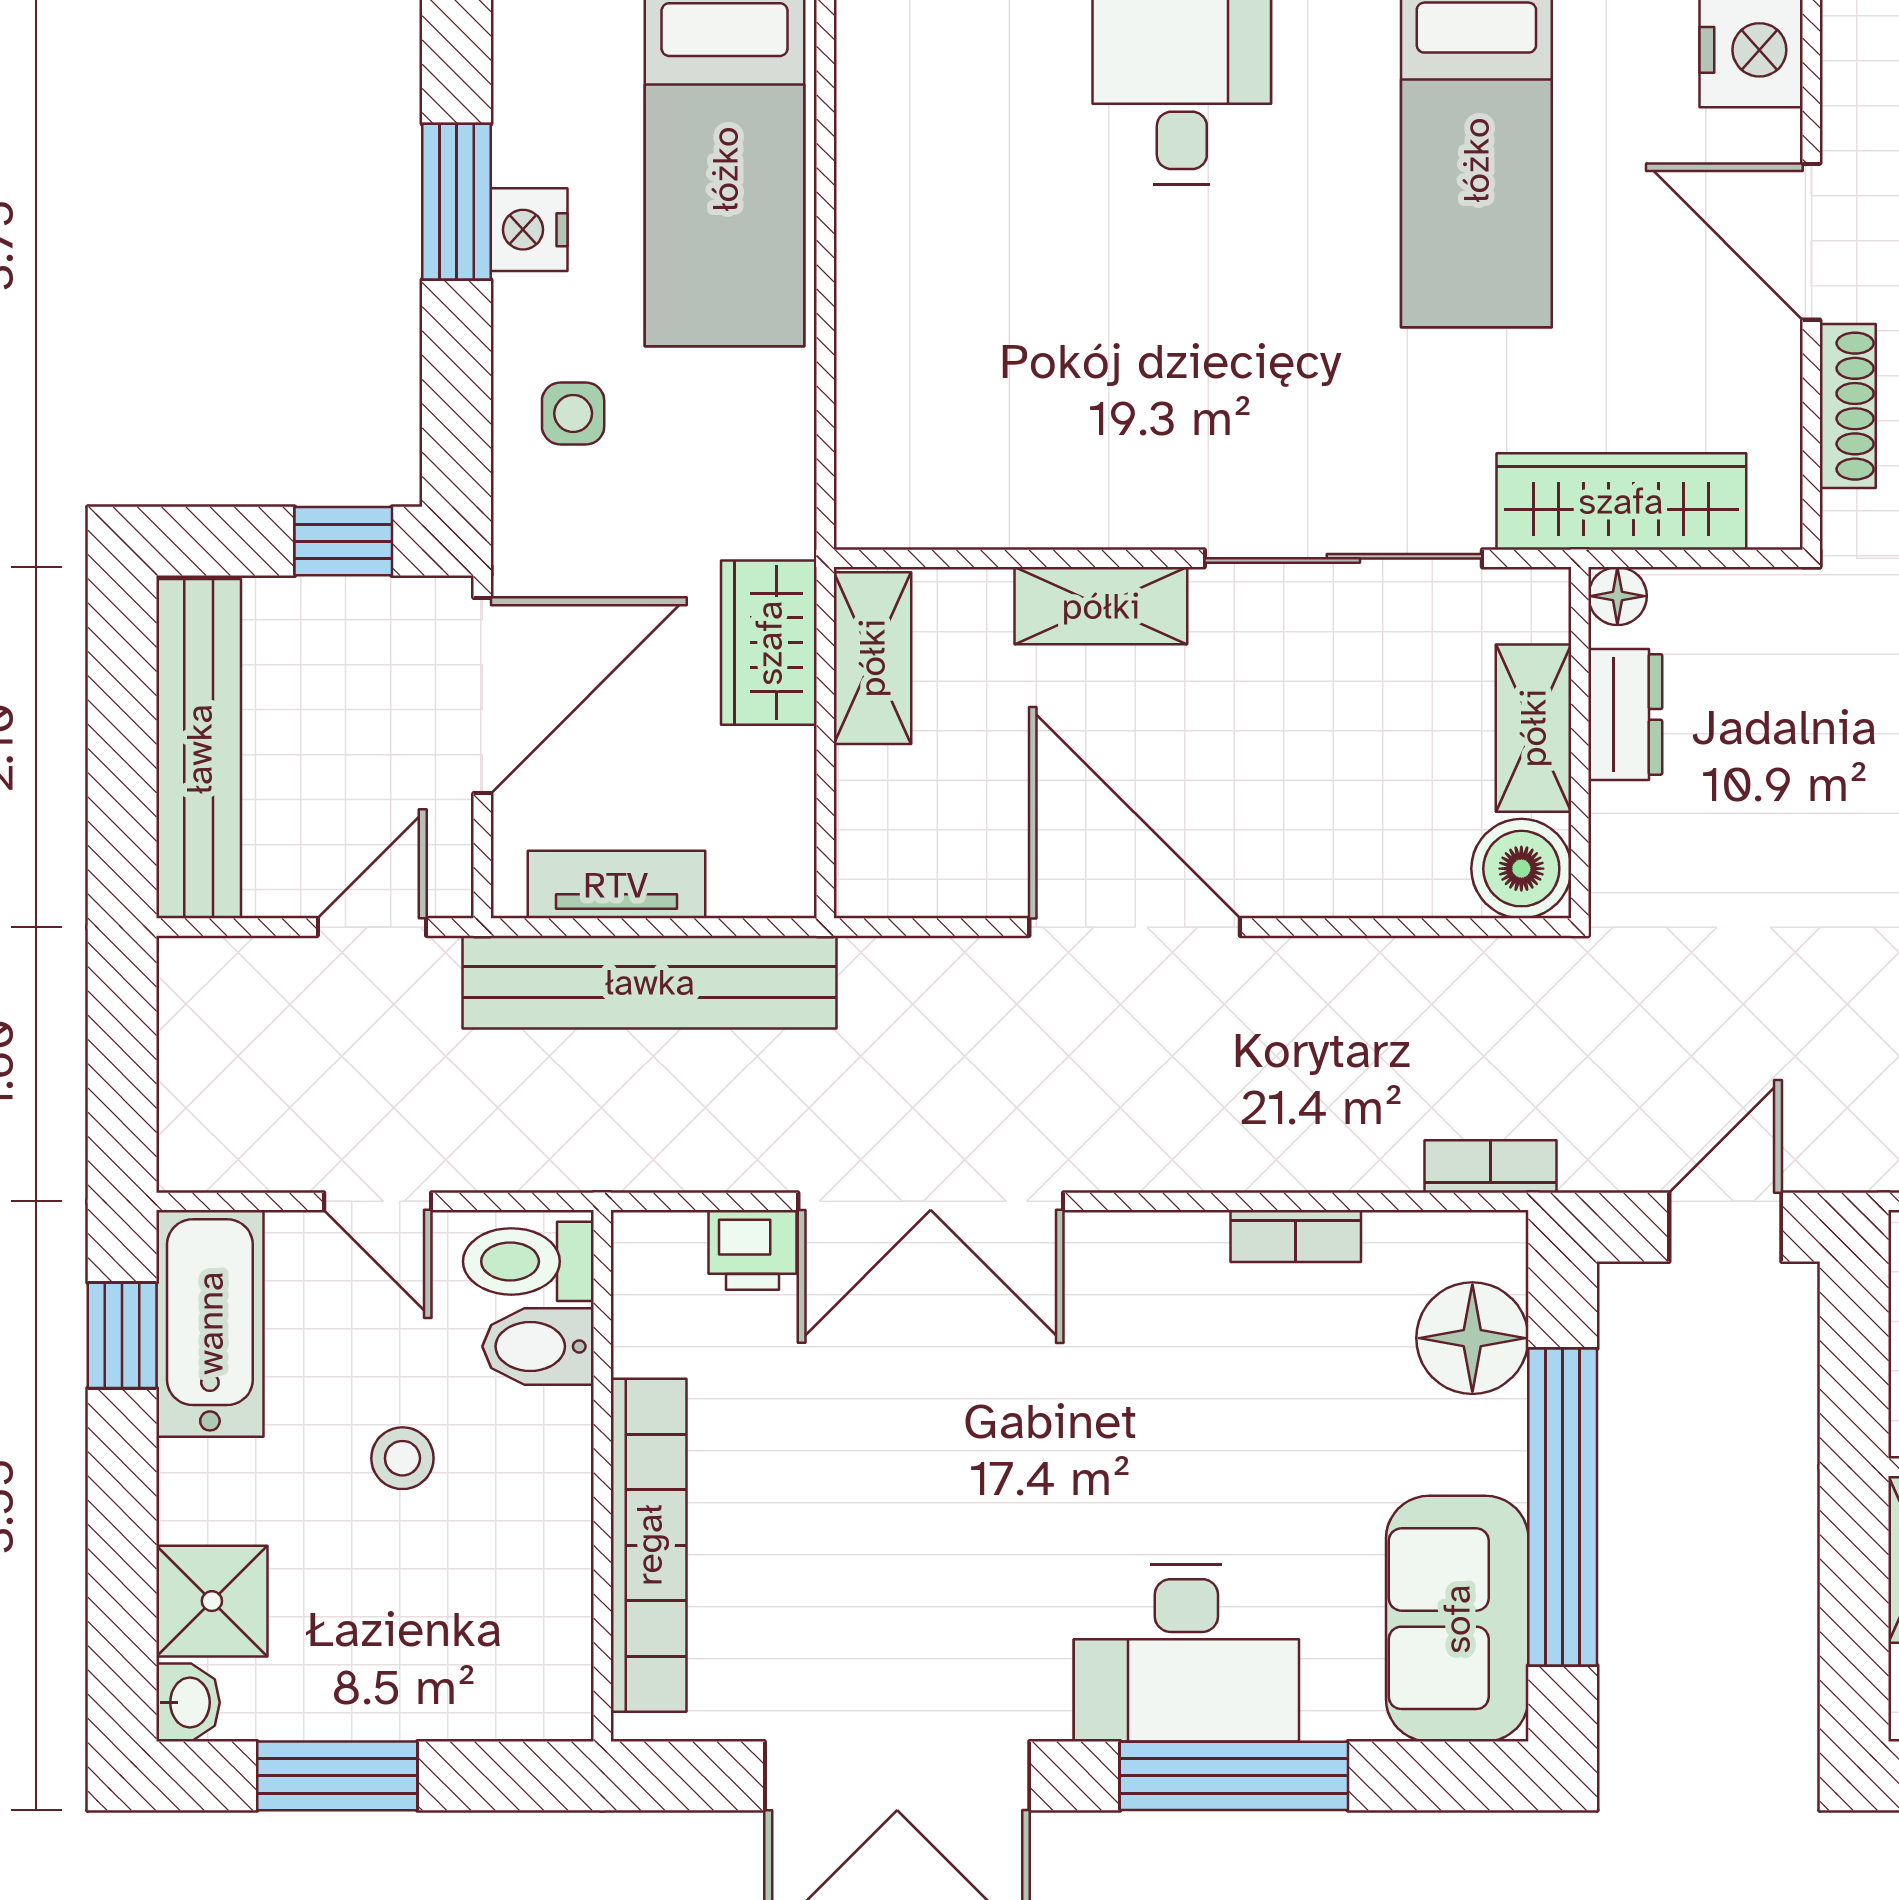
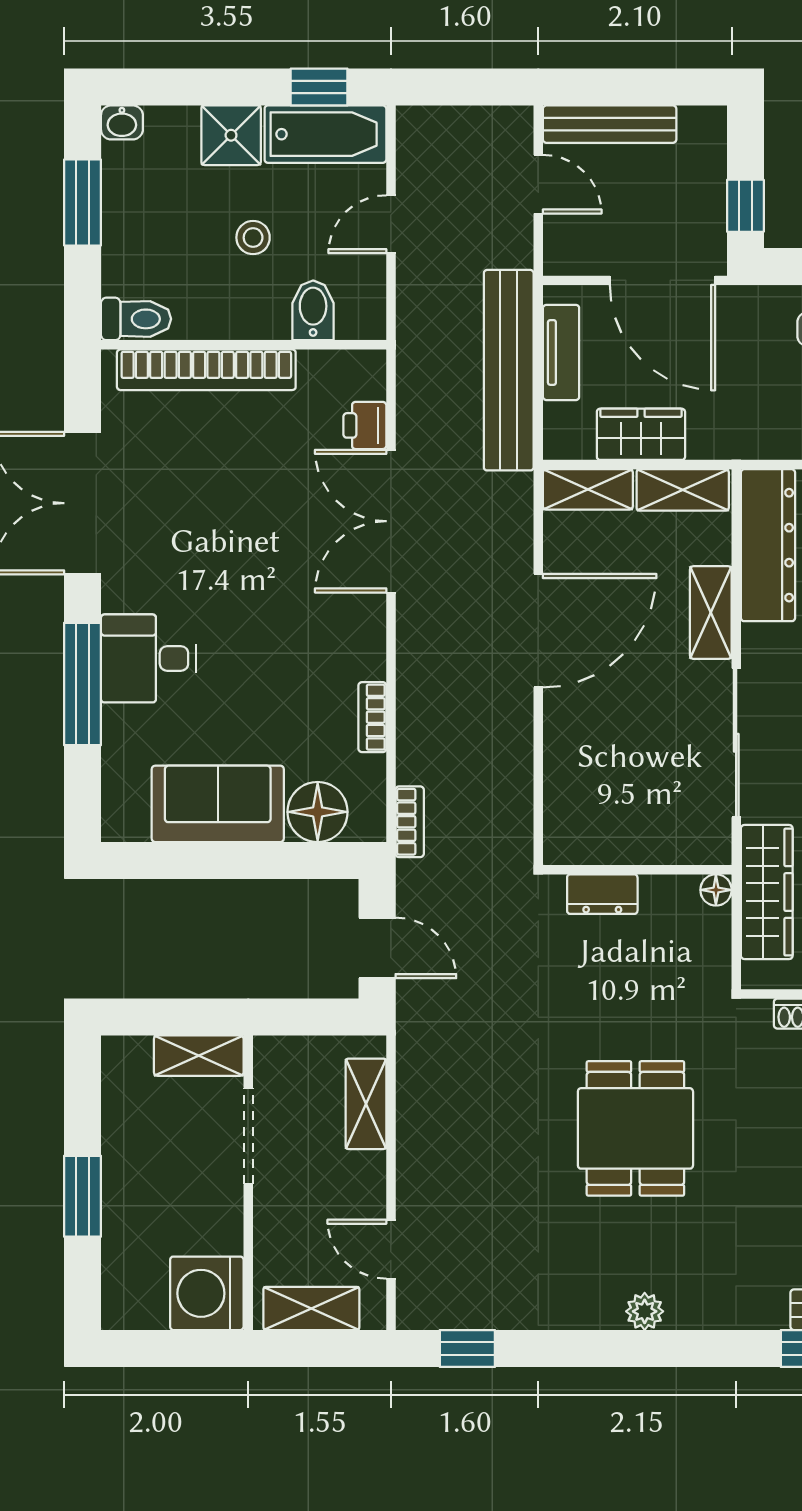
dresser: (975, 499) -> (768, 545), added
wardrobe: (769, 643) -> (641, 434), moved
dresser: (1625, 714) -> (602, 894), moved
shelving: (1533, 728) -> (588, 489), moved
bench: (199, 749) -> (610, 124), width x0.73, depth x0.82
boiler: (1521, 869) -> (570, 838), removed
door: (372, 927) -> (538, 184), moved
toilet: (528, 1261) -> (136, 319), moved, turned 90
window: (1563, 1507) -> (227, 860), removed
shower: (212, 1601) -> (231, 135), moved
sofa: (1457, 1619) -> (218, 804), moved
desk: (1186, 1653) -> (148, 658), width x0.73

